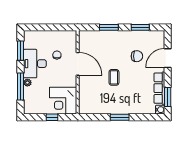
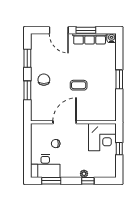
chair: (137, 56) -> (44, 80), moved
desk: (35, 64) -> (45, 166), moved
window: (21, 87) -> (88, 181), width x0.46
window: (168, 97) -> (86, 30), moved

